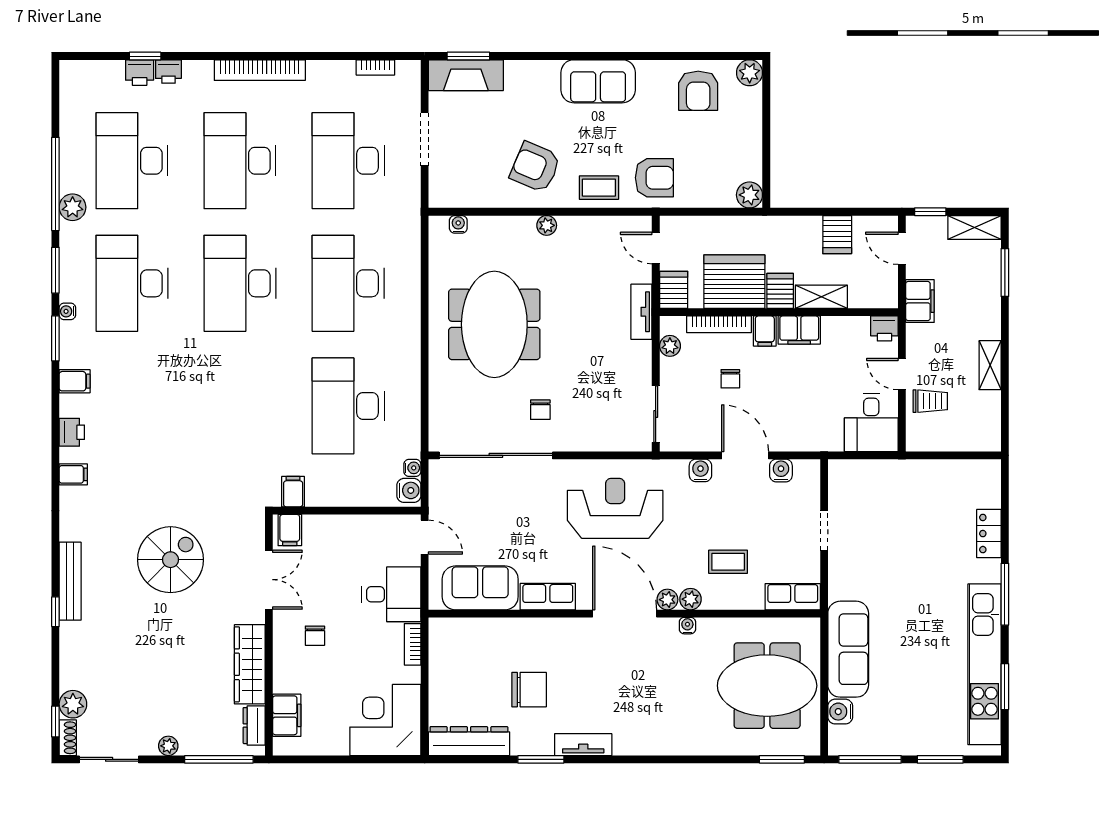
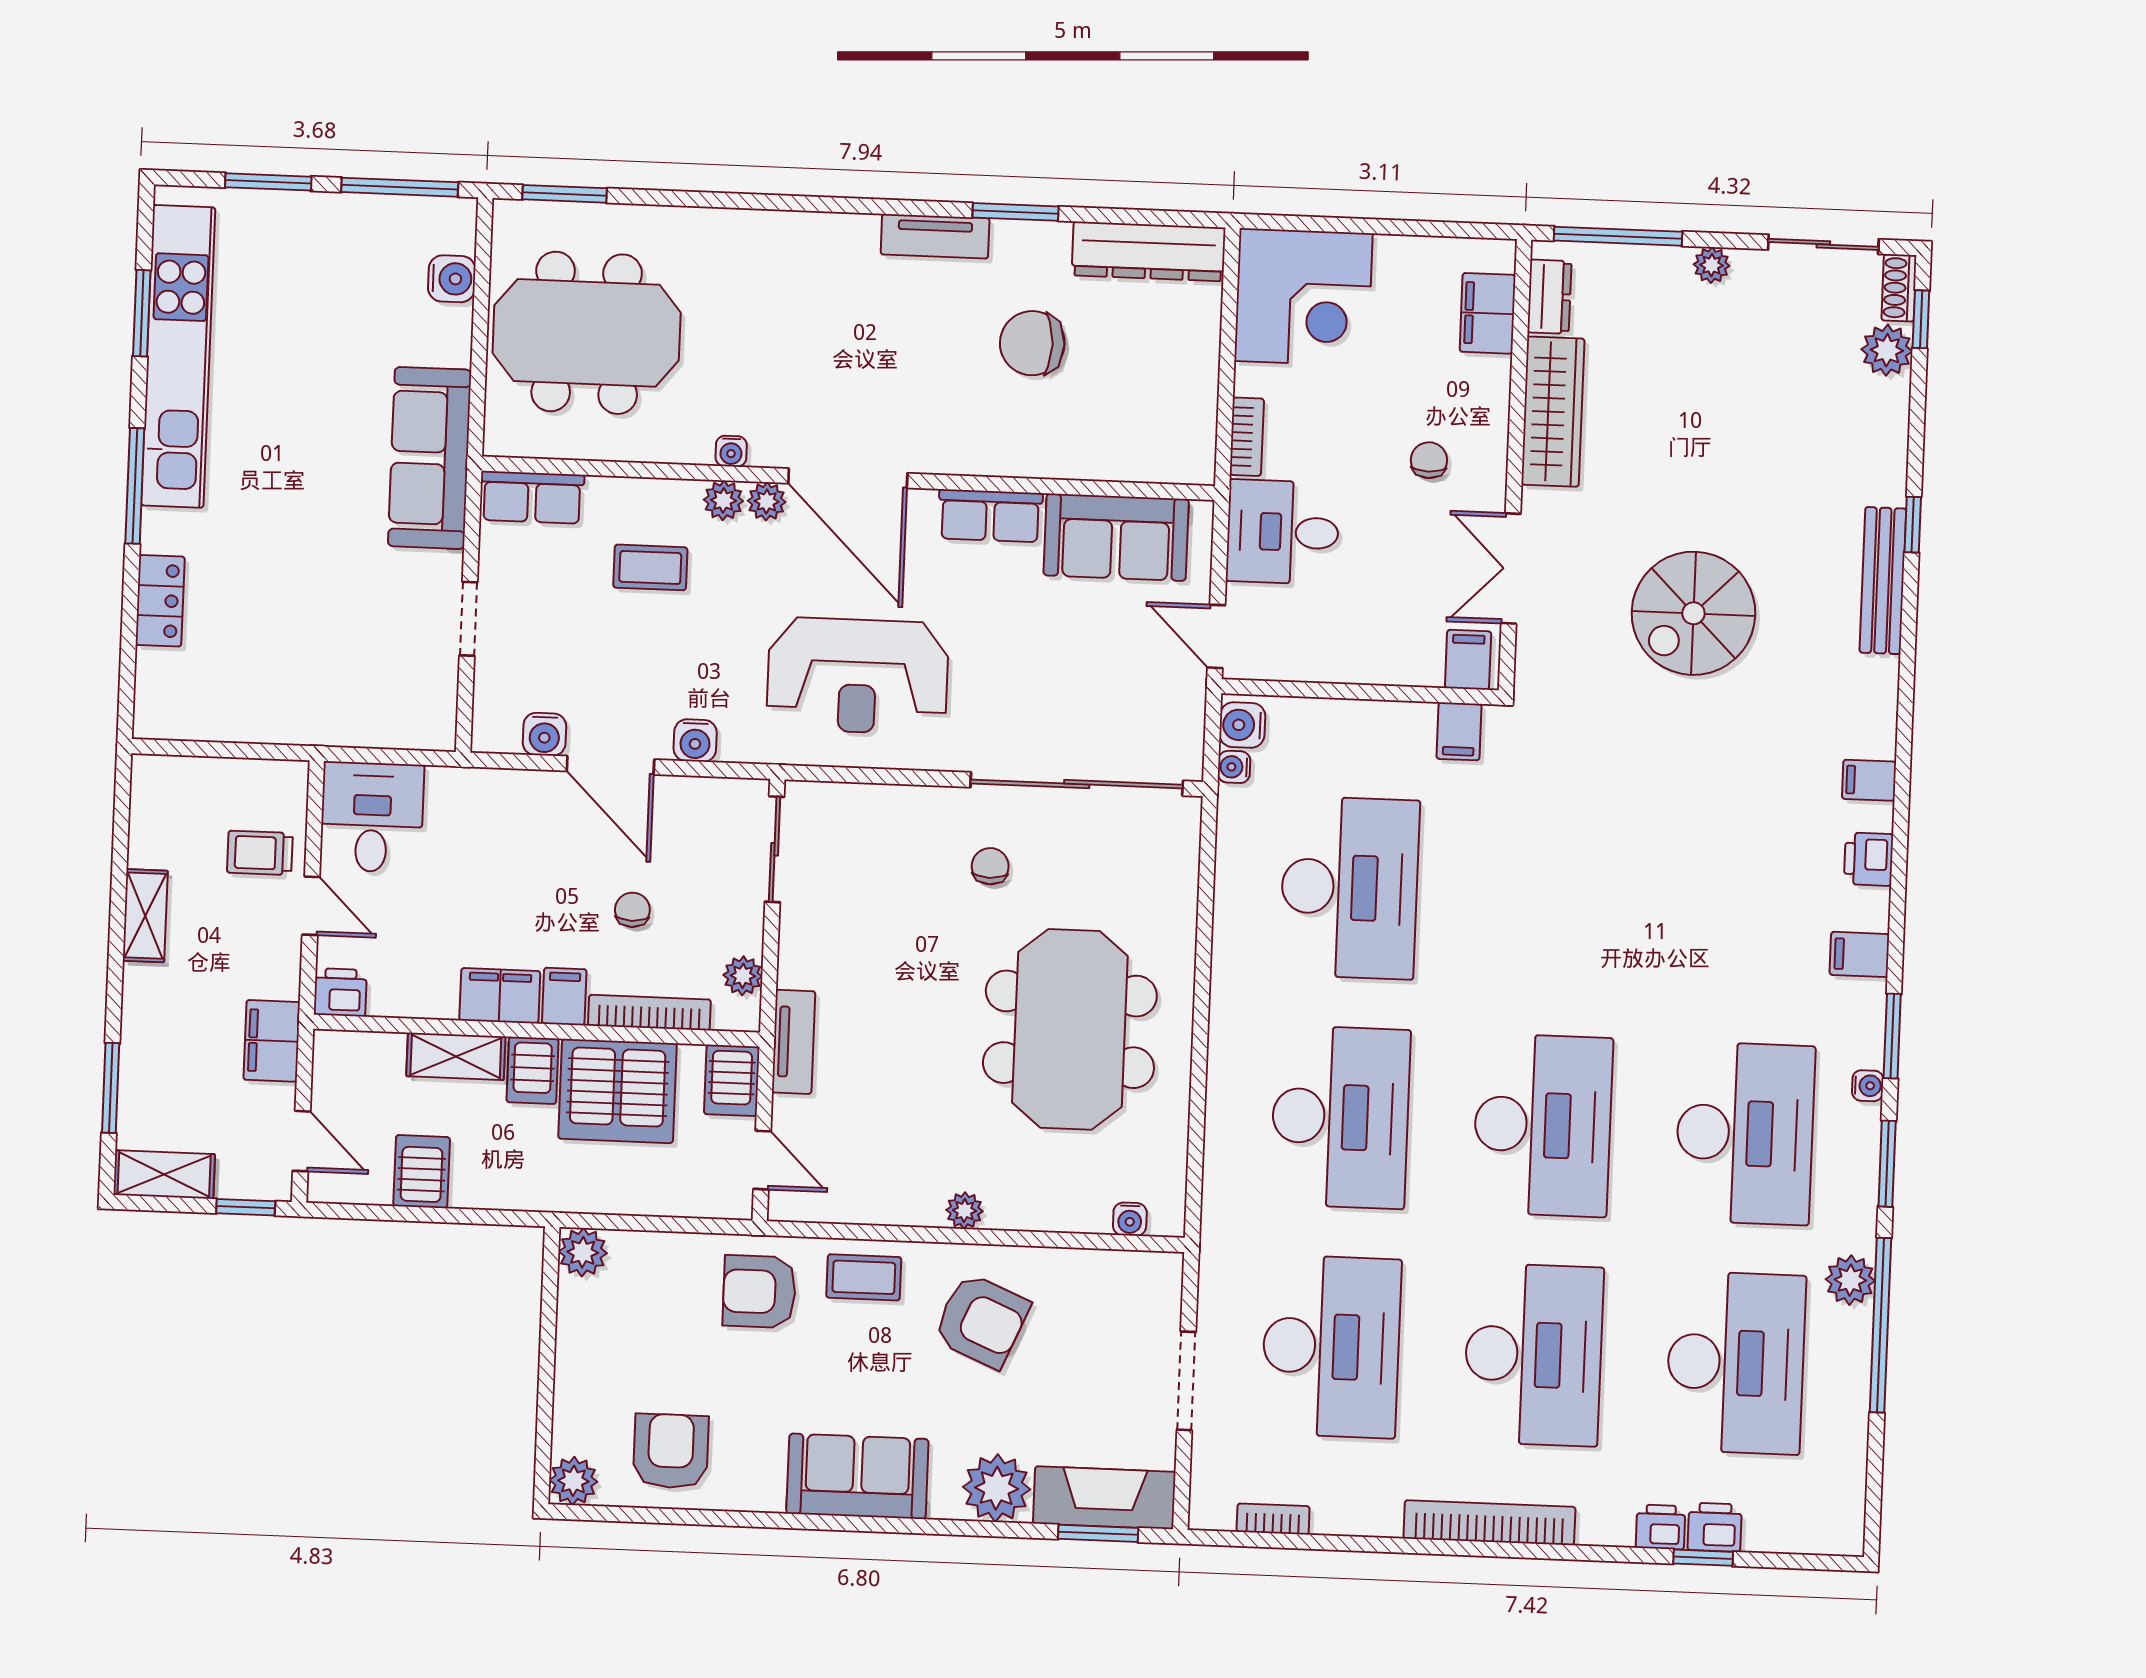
plant: (524, 78) -> (997, 1488), added
sofa: (848, 649) -> (430, 458), moved

